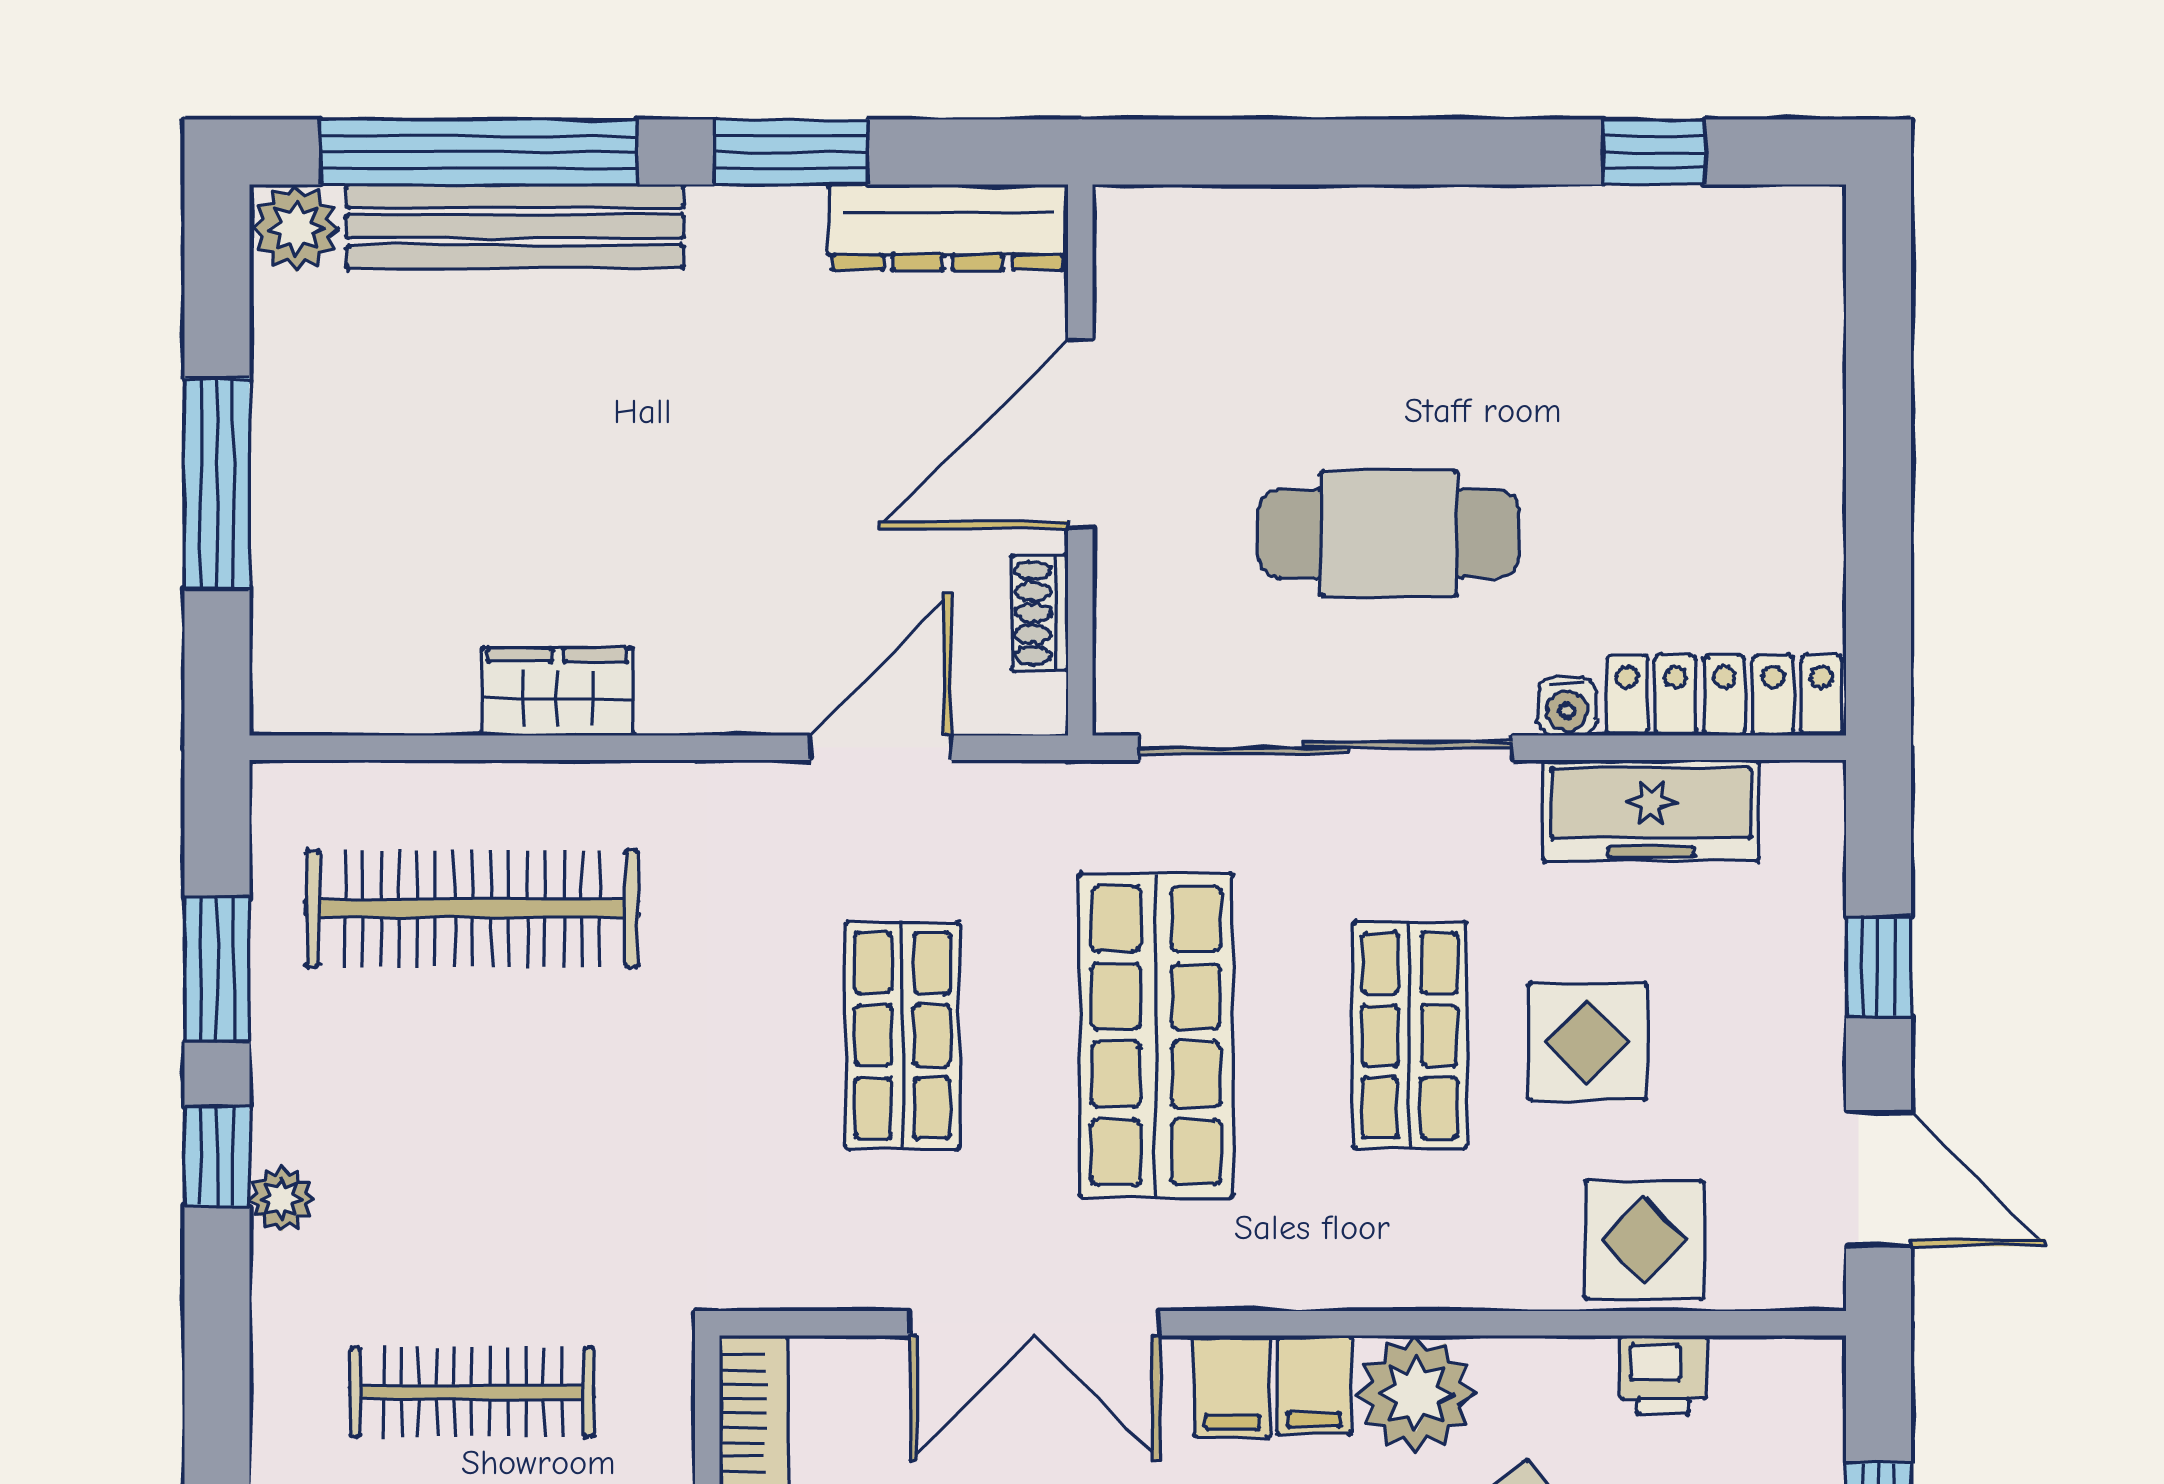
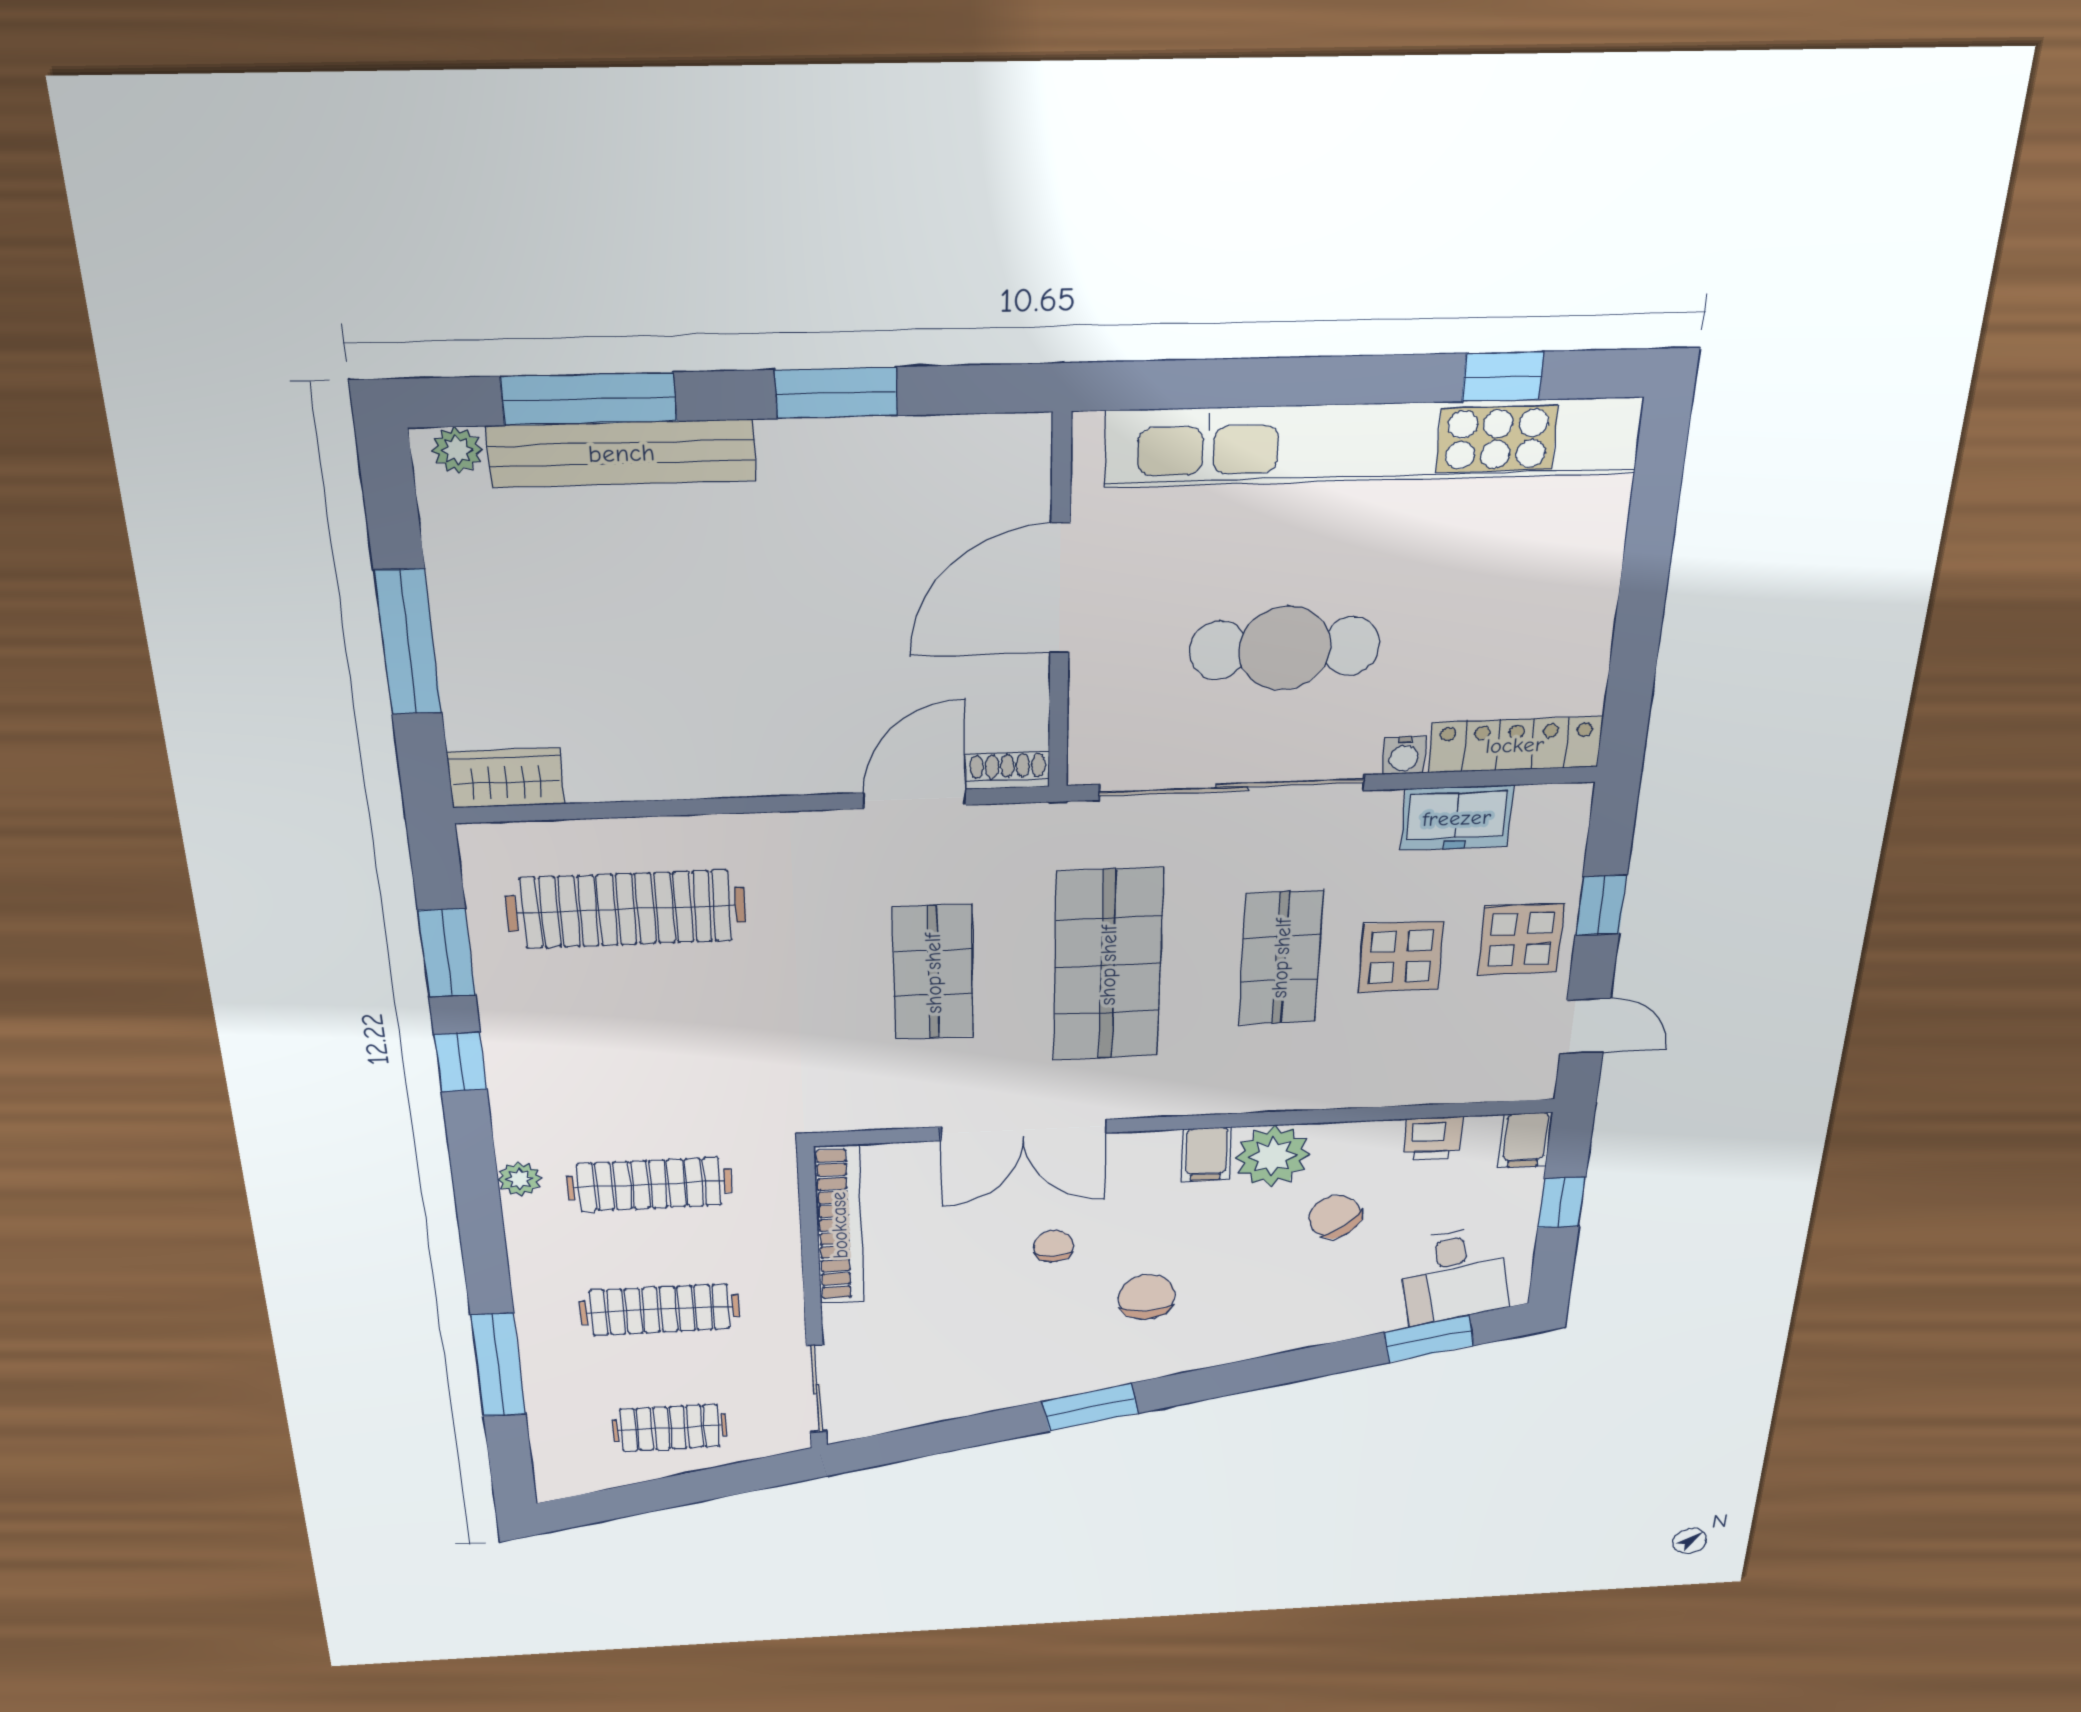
window: (479, 152) -> (589, 399), width x0.68
dresser: (948, 227) -> (960, 445), removed
plant: (296, 228) -> (457, 450), width x0.73, depth x0.73
kitchen unit: (1492, 238) -> (1374, 442), added
shoe rack: (1040, 613) -> (1007, 770), moved, turned 90
wardrobe: (557, 692) -> (506, 778), moved
freezer: (1651, 810) -> (1457, 818), width x0.71
door: (1879, 1179) -> (1585, 1026), width x0.73
plant: (282, 1199) -> (519, 1179), moved
display table: (1644, 1240) -> (1521, 939), moved
filing cabinet: (1232, 1386) -> (1525, 1140), moved

